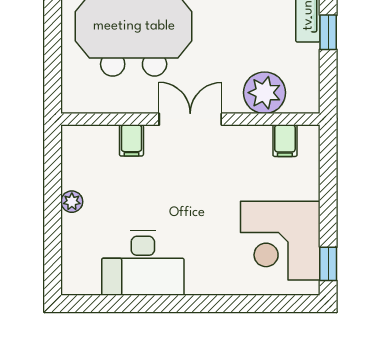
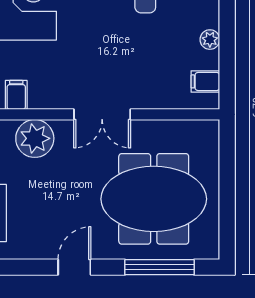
filing cabinet: (131, 140) -> (205, 81), moved, turned -90

